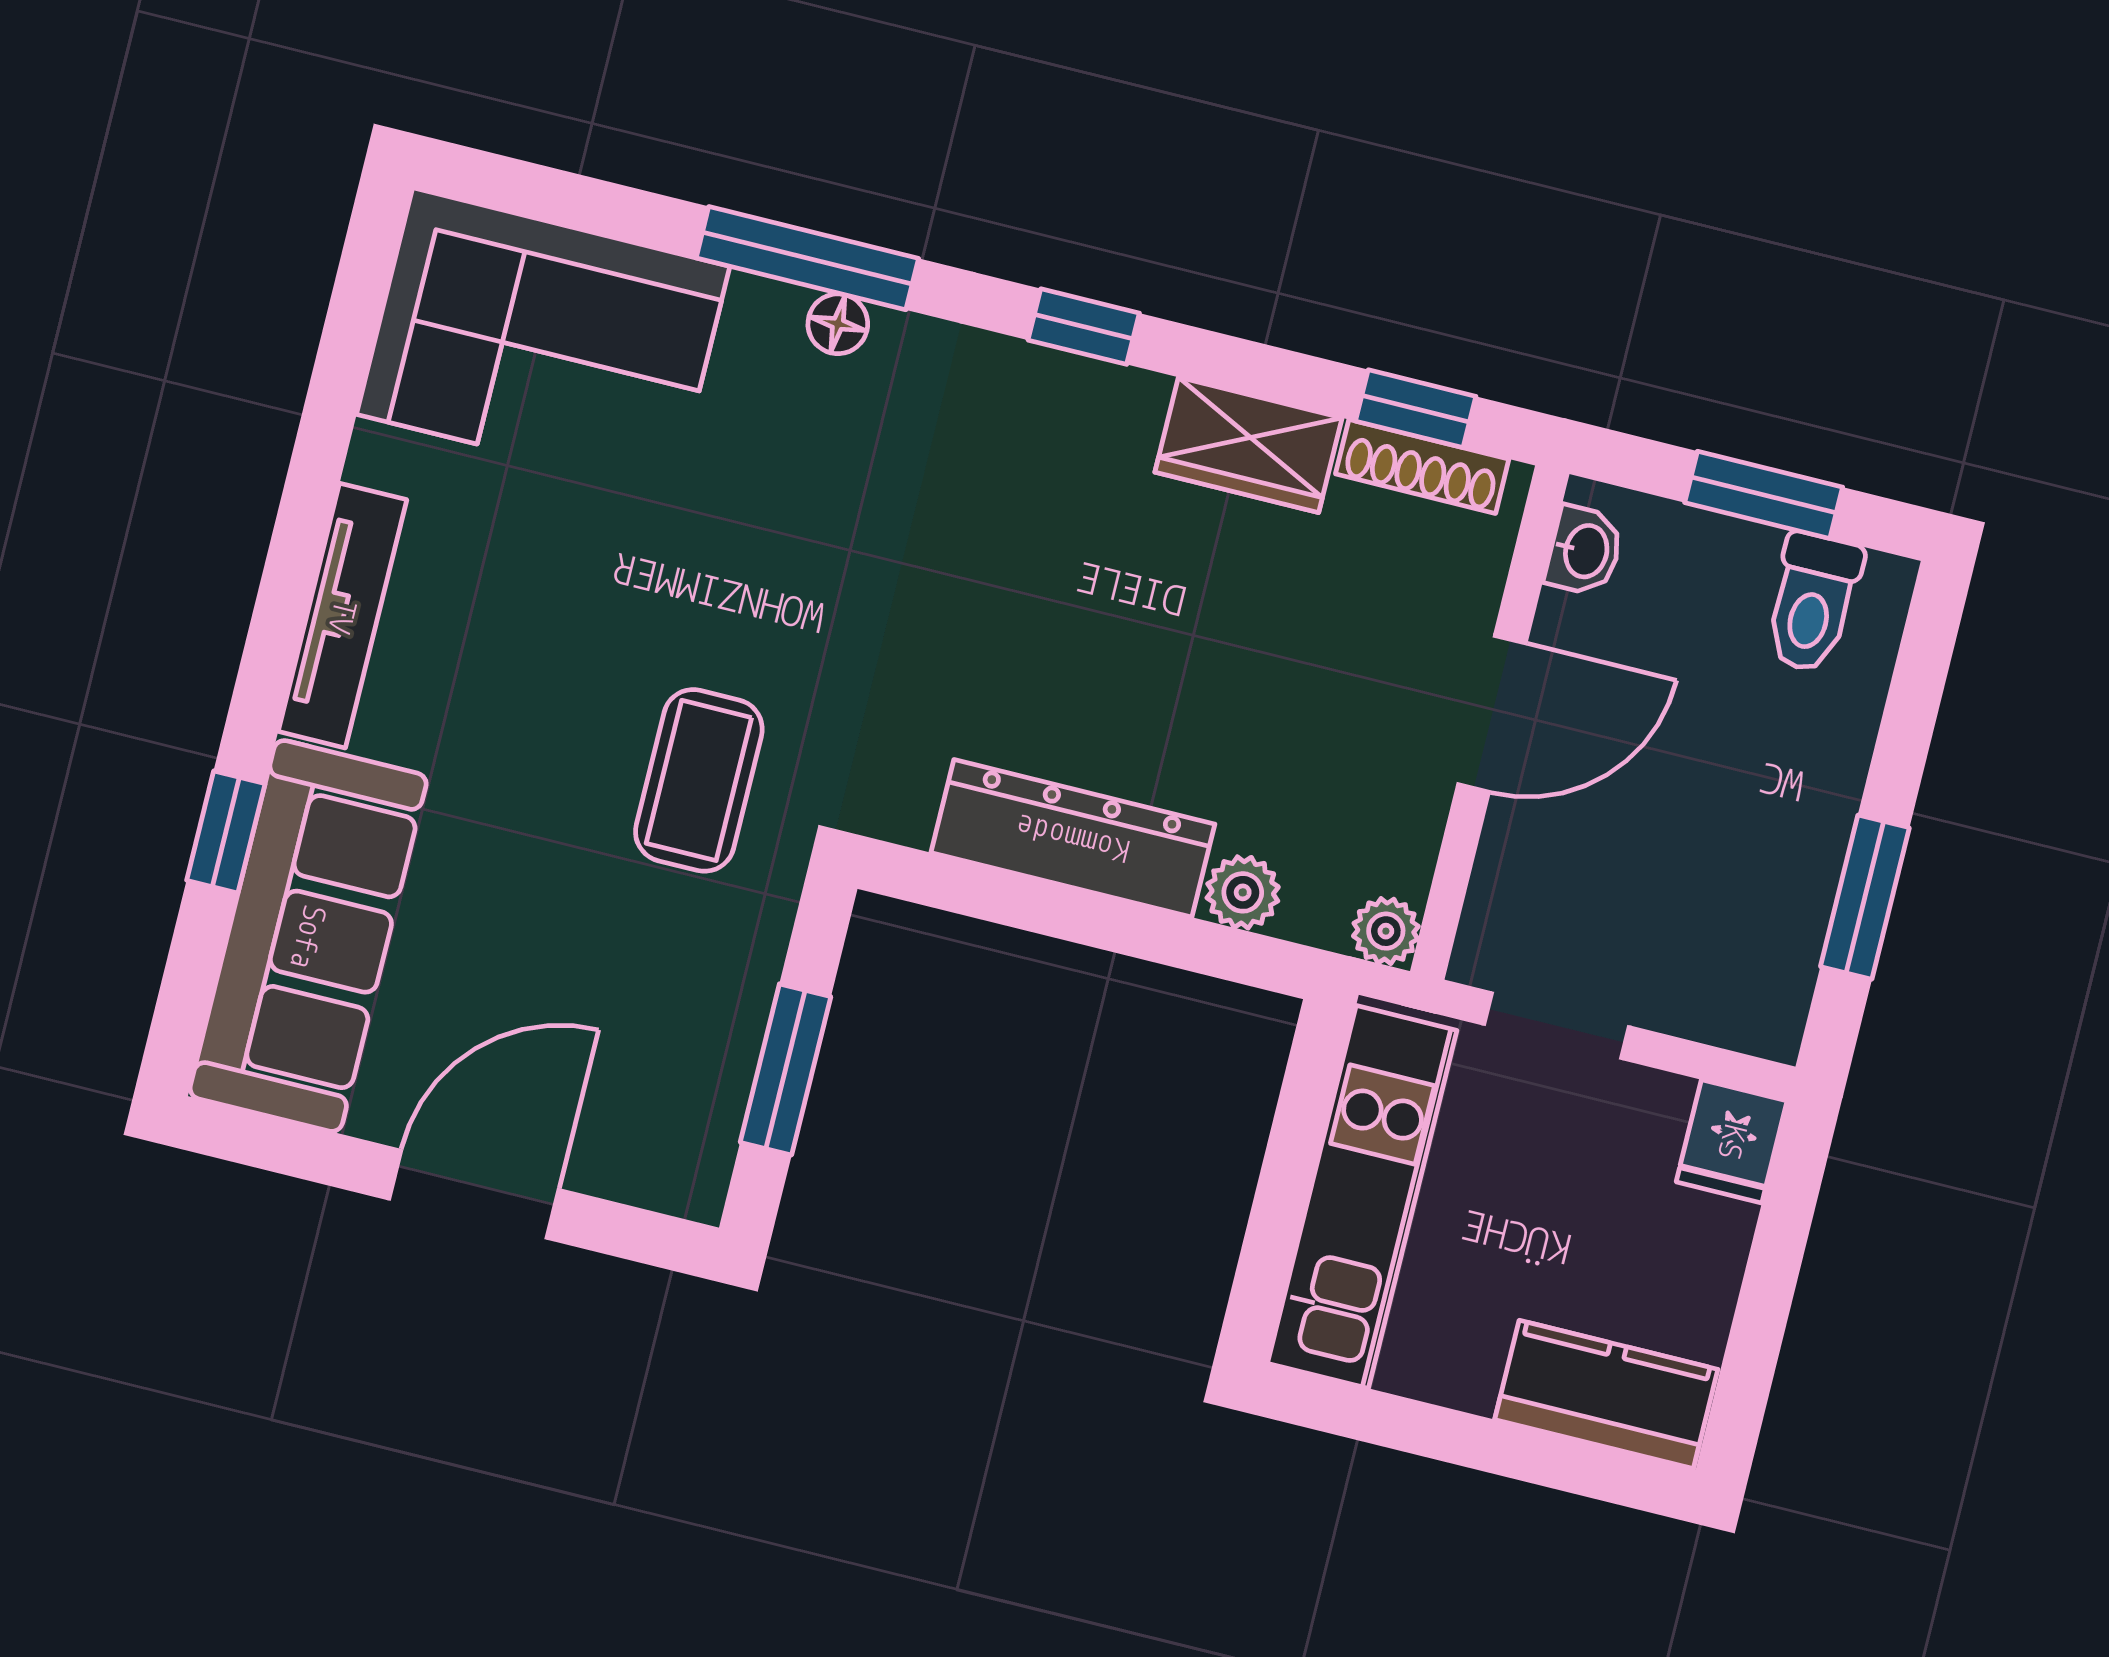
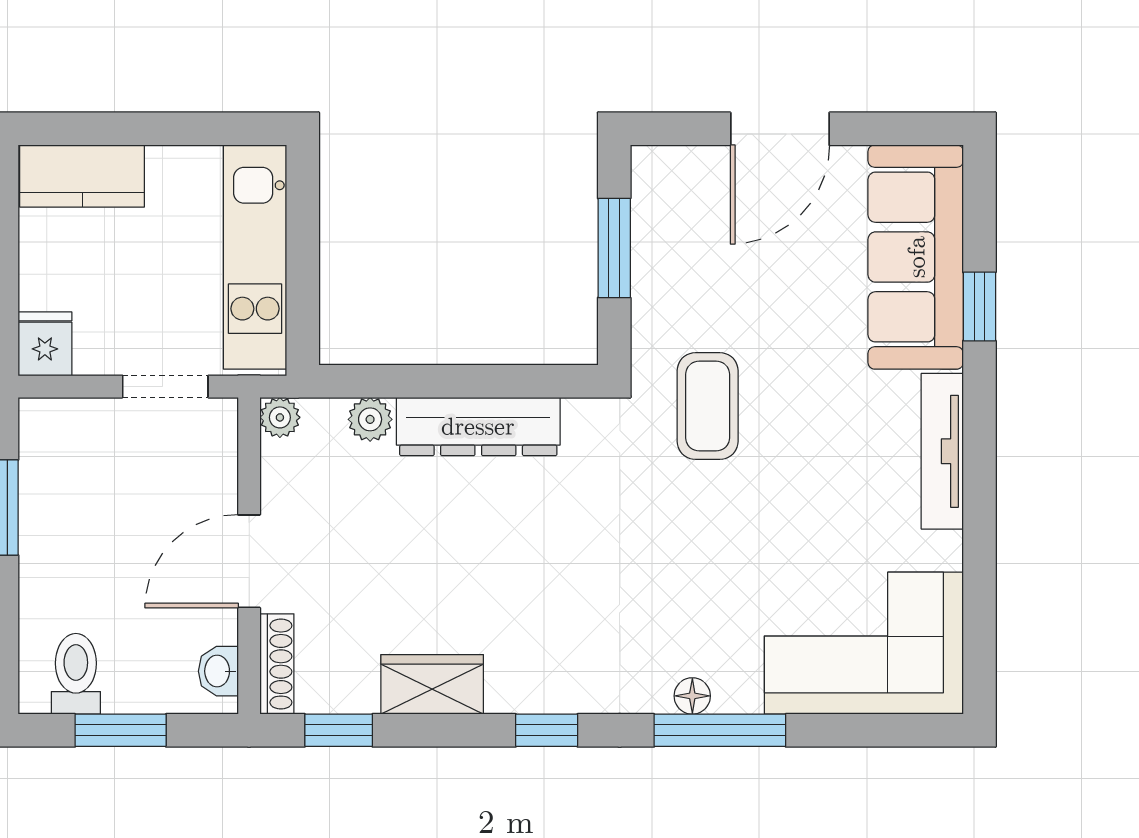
shoe rack: (1422, 466) -> (277, 664), moved, turned 90

